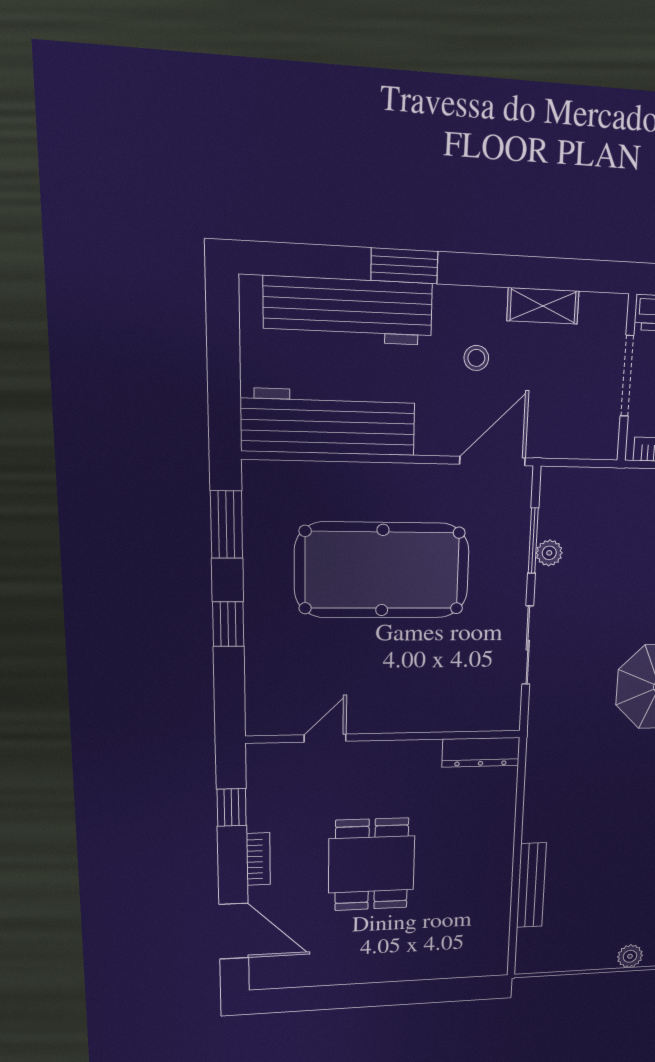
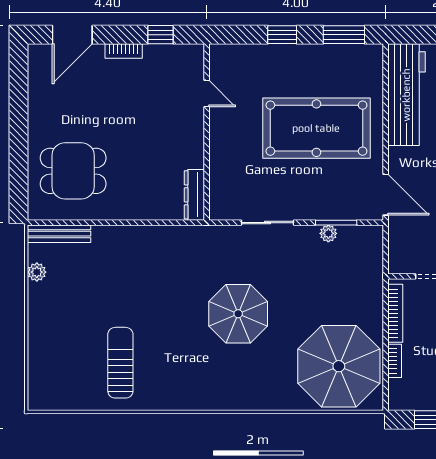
pool table: (382, 570) -> (316, 128), turned 90
dining table: (372, 864) -> (73, 171), moved
bench: (531, 885) -> (59, 234), moved
plant: (630, 956) -> (37, 272), moved

